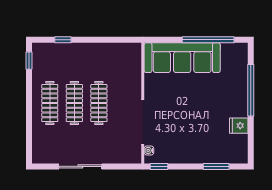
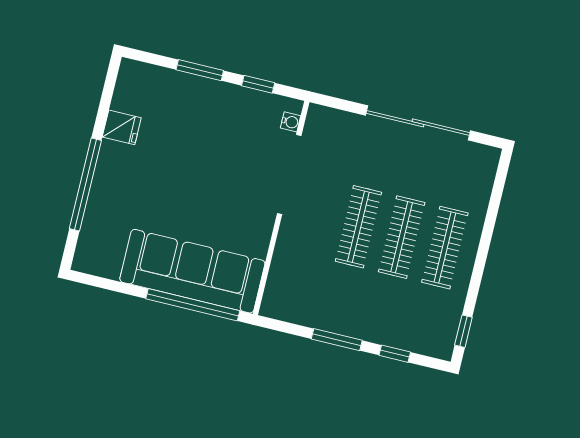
window: (96, 40) -> (337, 340), added
window: (208, 40) -> (193, 305), moved
sliding door: (80, 166) -> (418, 123), width x1.36
window: (159, 166) -> (258, 84), moved
window: (216, 166) -> (200, 70), moved

